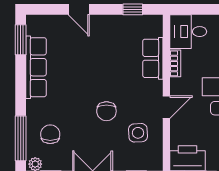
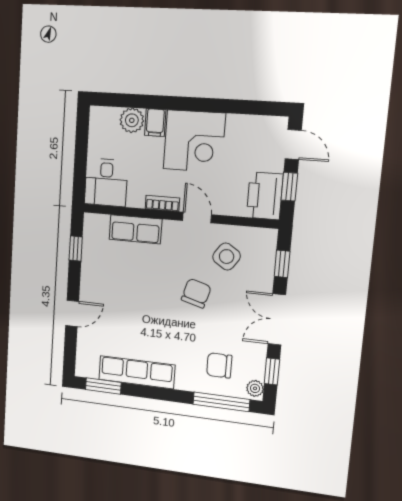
bookcase: (175, 63) -> (162, 203), moved
chair: (106, 111) -> (196, 293), turned -74
side table: (138, 133) -> (227, 257), turned 37

